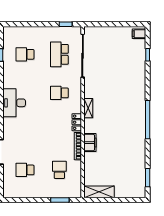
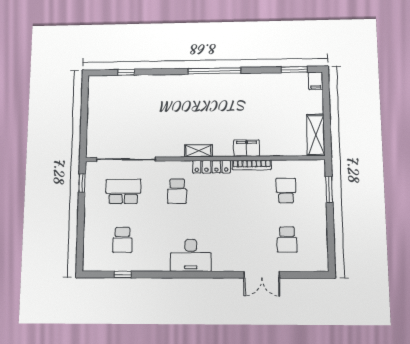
filing cabinet: (139, 34) -> (316, 81), moved
school desk: (59, 54) -> (123, 191), turned 180
locker: (77, 122) -> (211, 167), width x1.53
school desk: (59, 170) -> (286, 190), turned 90

